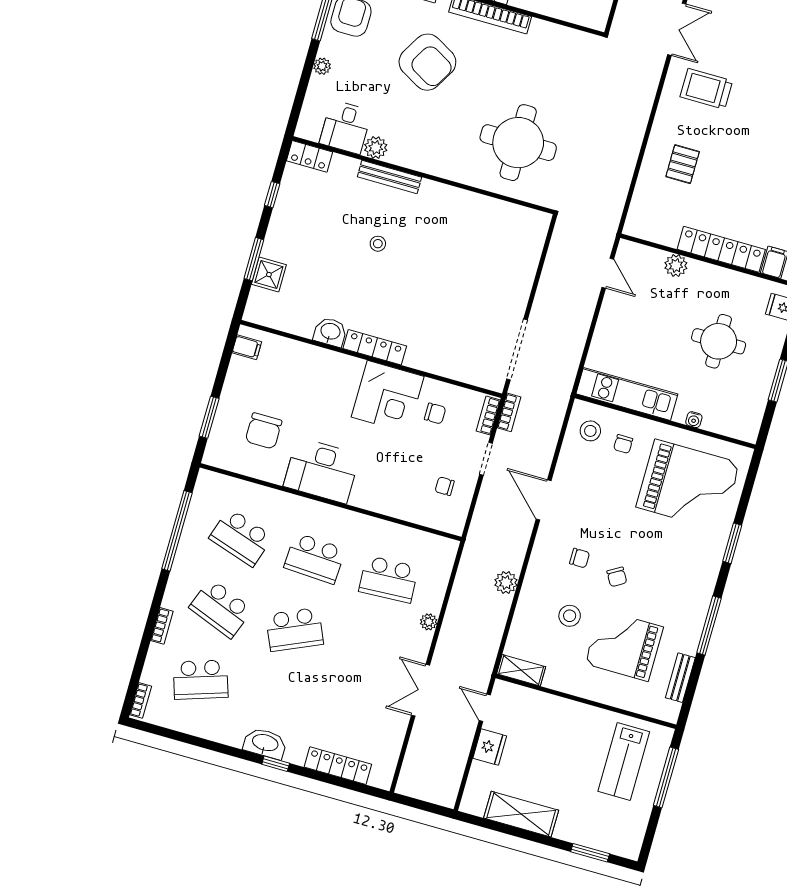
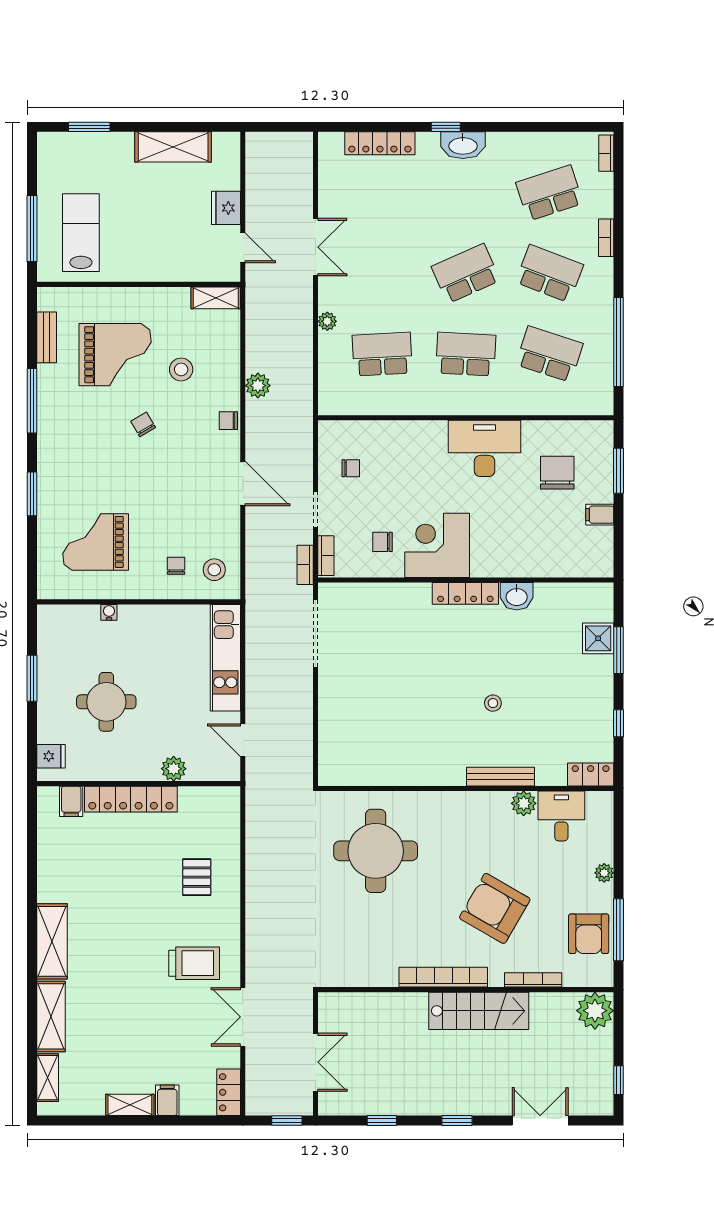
filing cabinet: (247, 347) -> (600, 515), moved
kitchen unit: (627, 394) -> (225, 658), moved, turned 90
grand piano: (688, 485) -> (96, 542), width x0.73, depth x0.68
chair: (580, 558) -> (228, 421), moved

